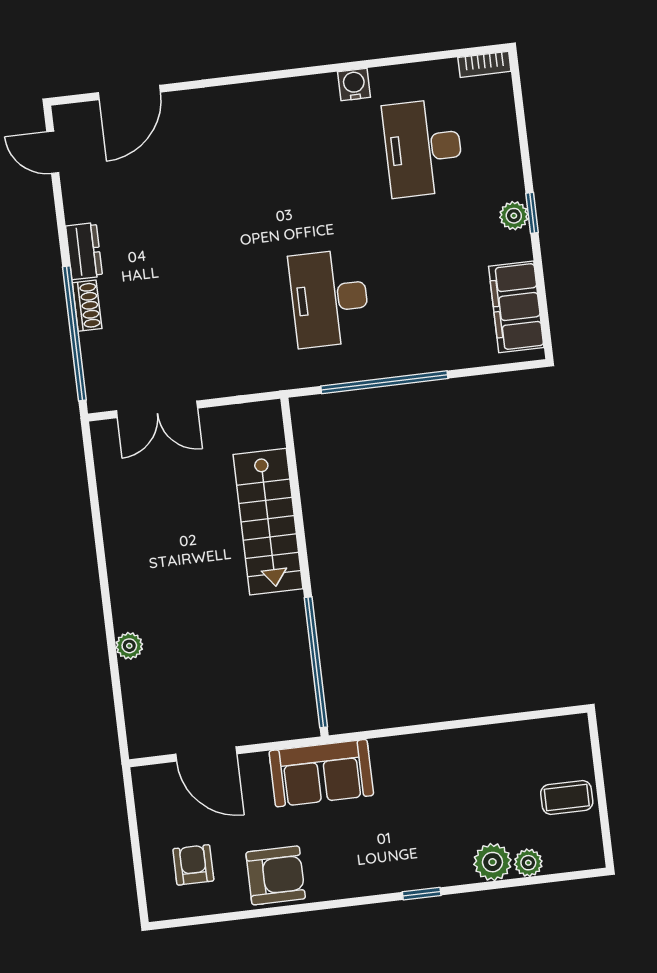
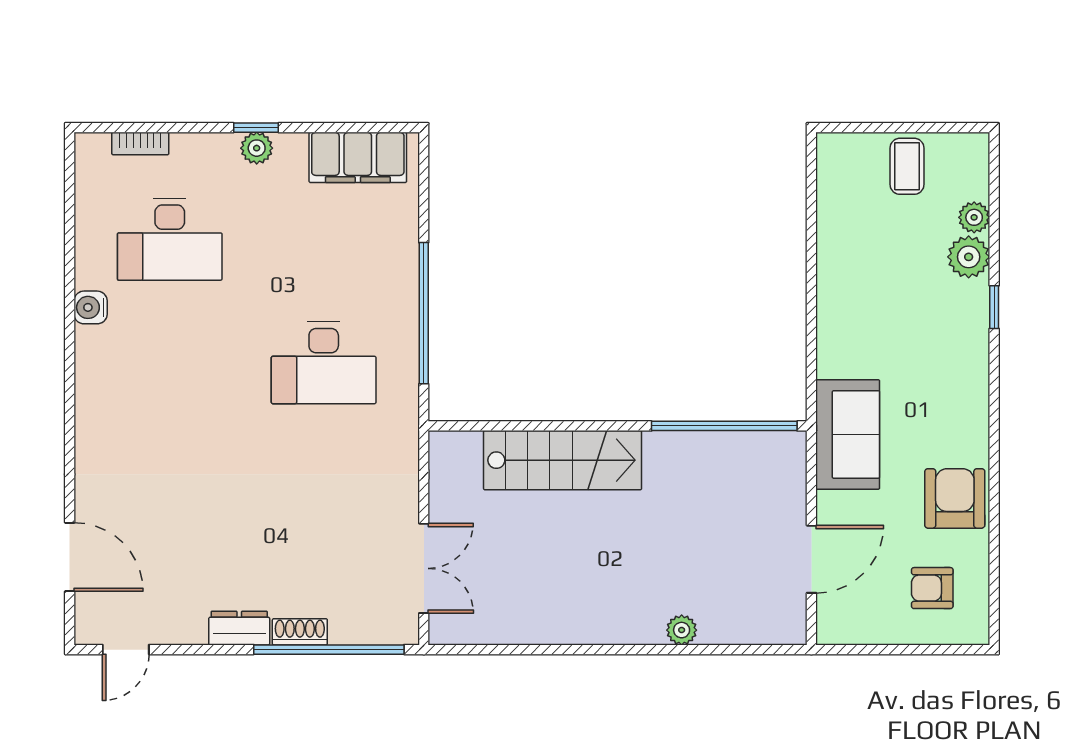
bookcase: (484, 64) -> (140, 144), moved, turned 90
window: (422, 894) -> (994, 307), moved

